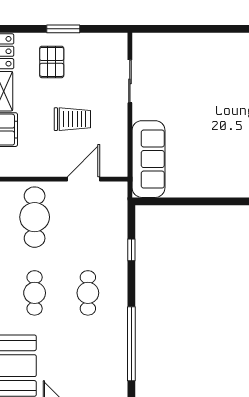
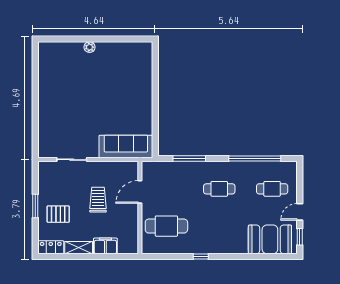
door: (83, 179) -> (140, 192), hinge flipped
window: (131, 250) -> (189, 158), width x2.17
cafe table: (35, 293) -> (272, 189), moved

